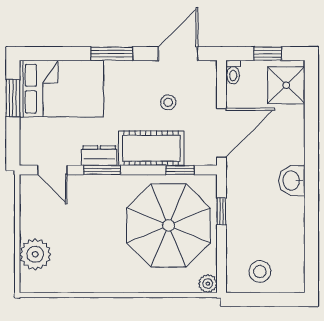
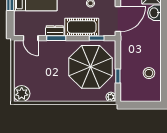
washbasin: (292, 181) -> (154, 13), moved
window: (221, 211) -> (118, 76), moved
plant: (35, 254) -> (22, 94), moved
stool: (260, 272) -> (149, 73), moved

